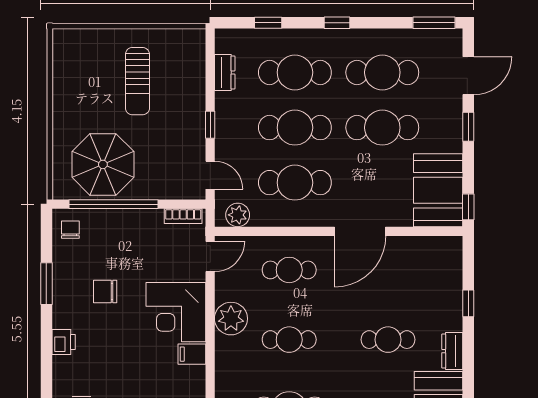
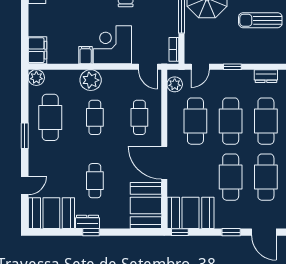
booth: (427, 260) -> (146, 205), added
window: (468, 303) -> (91, 232), moved
plant: (231, 319) -> (91, 80), moved

